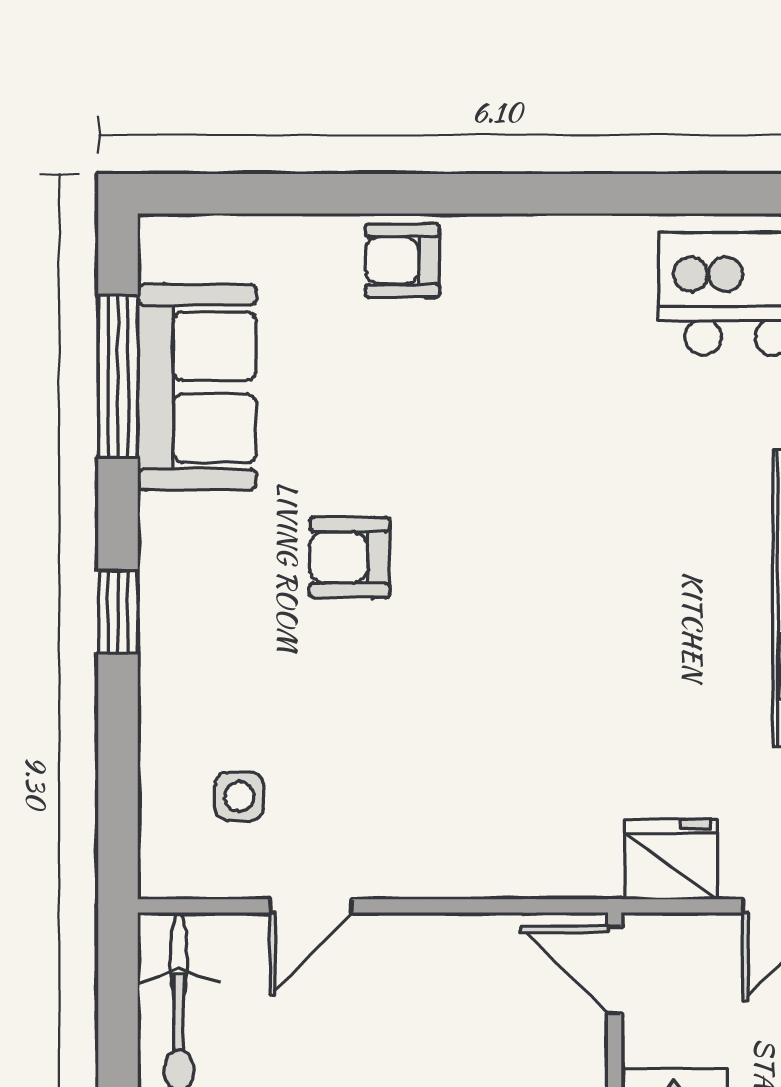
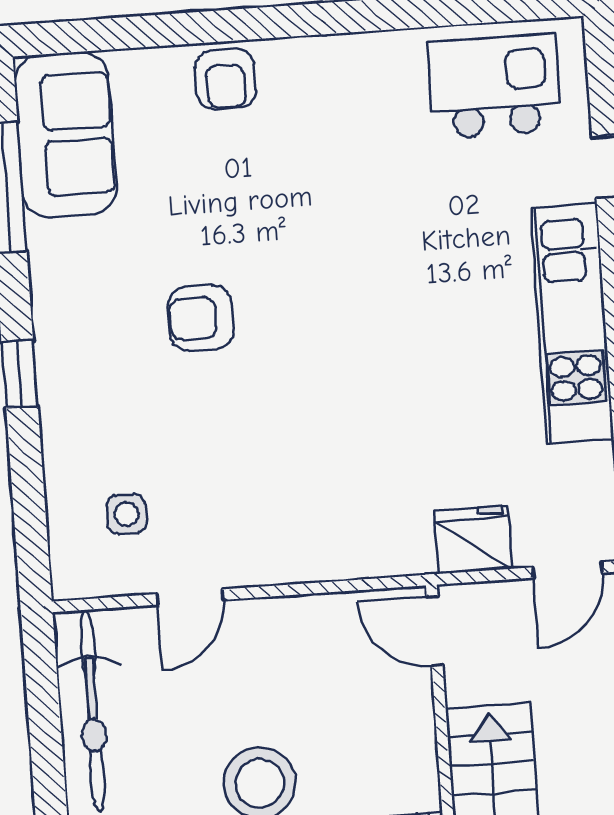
armchair: (402, 261) -> (226, 79), turned -90
sofa: (197, 387) -> (66, 135), moved

